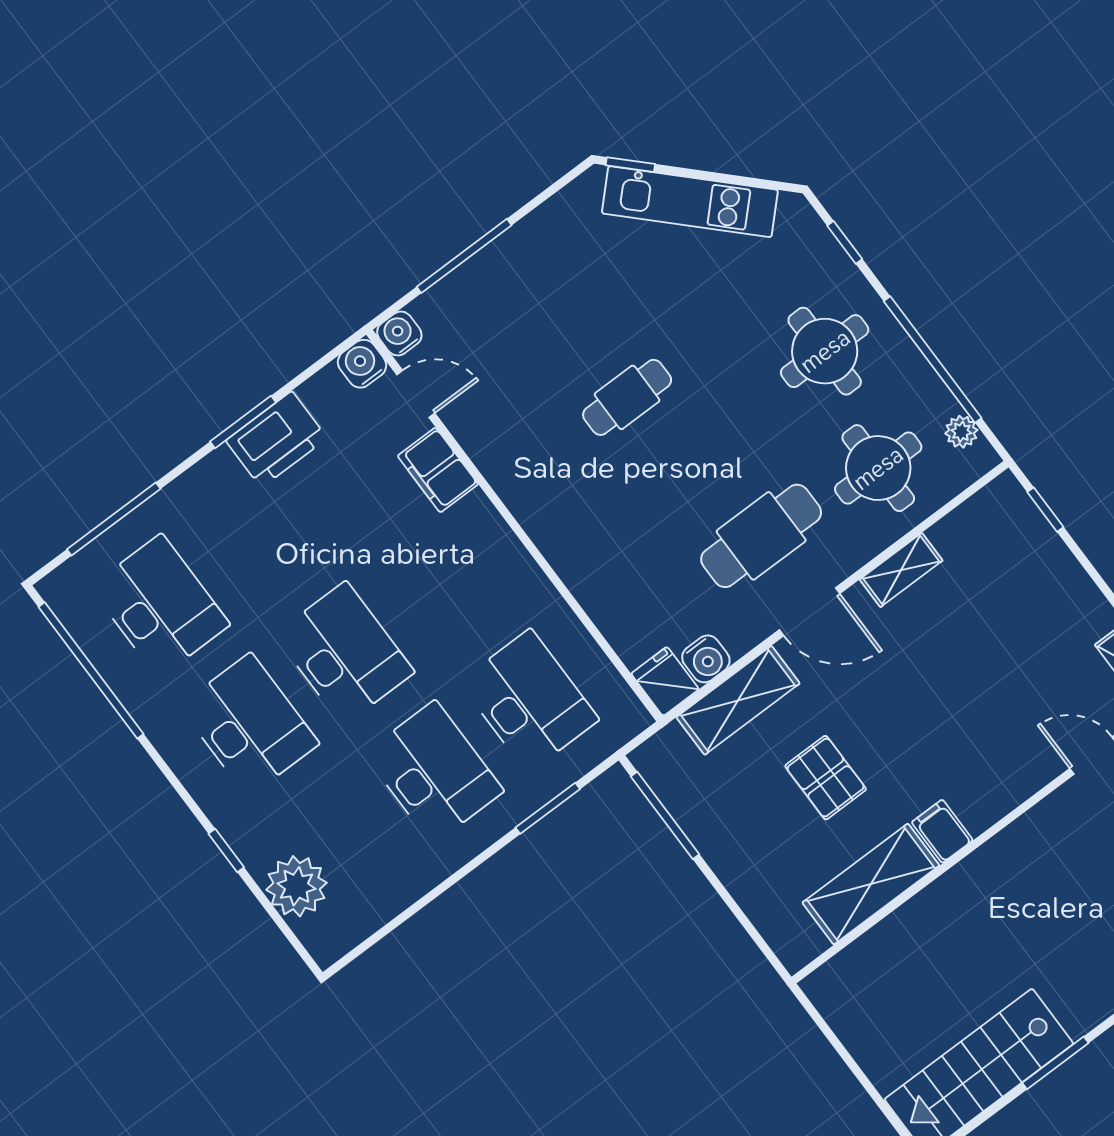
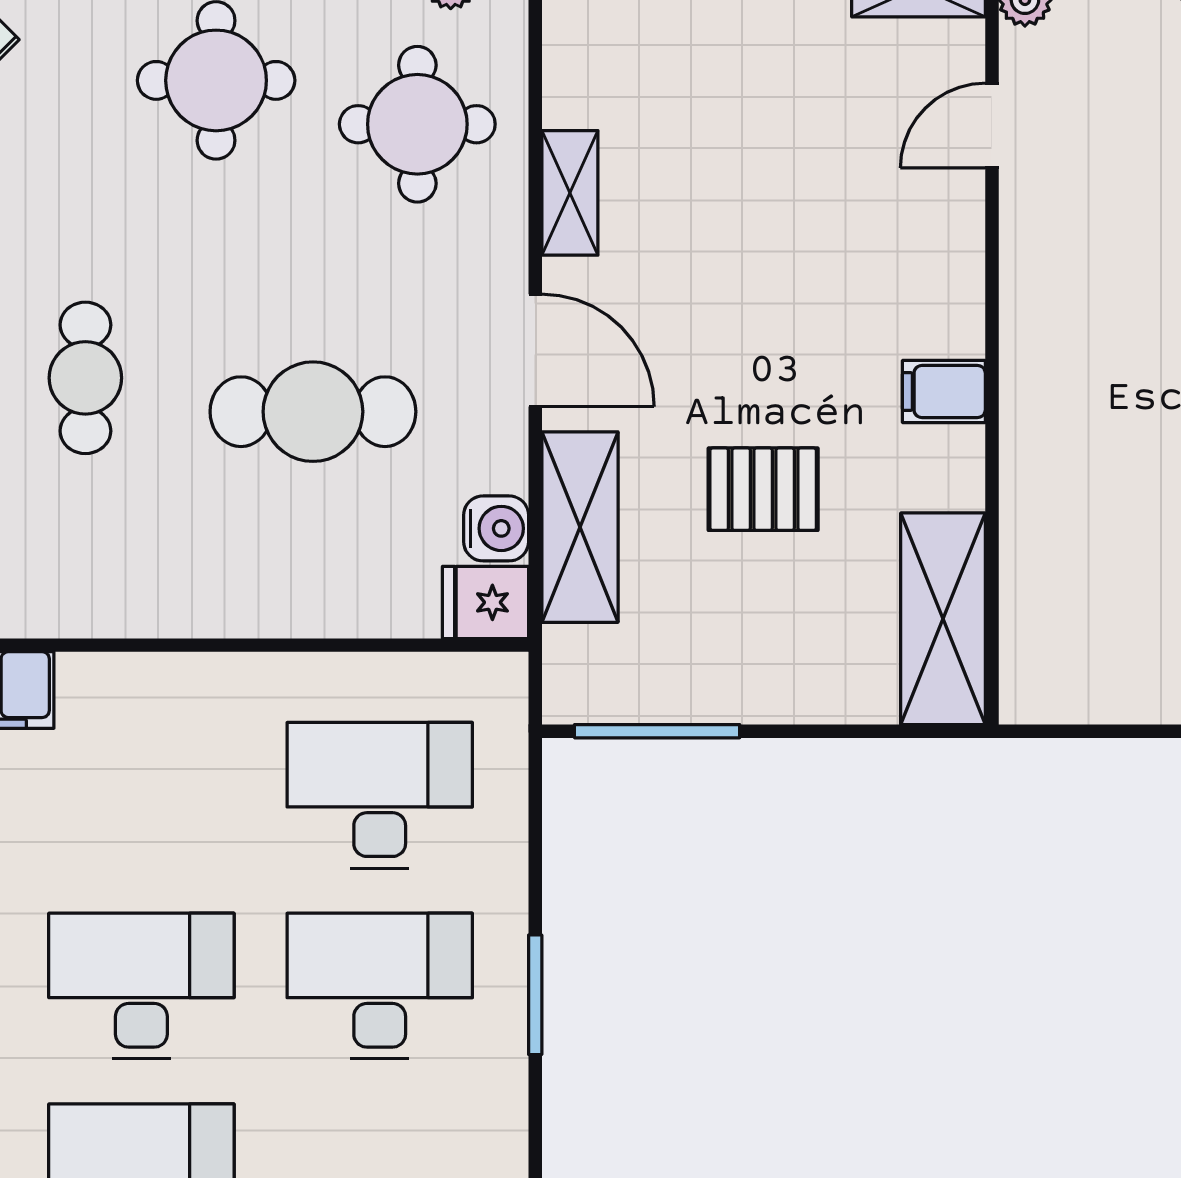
cafe table: (761, 536) -> (313, 412), moved, turned 90
door: (809, 612) -> (535, 350), hinge flipped
window: (548, 808) -> (535, 995), moved
shelving: (871, 884) -> (943, 619), moved

